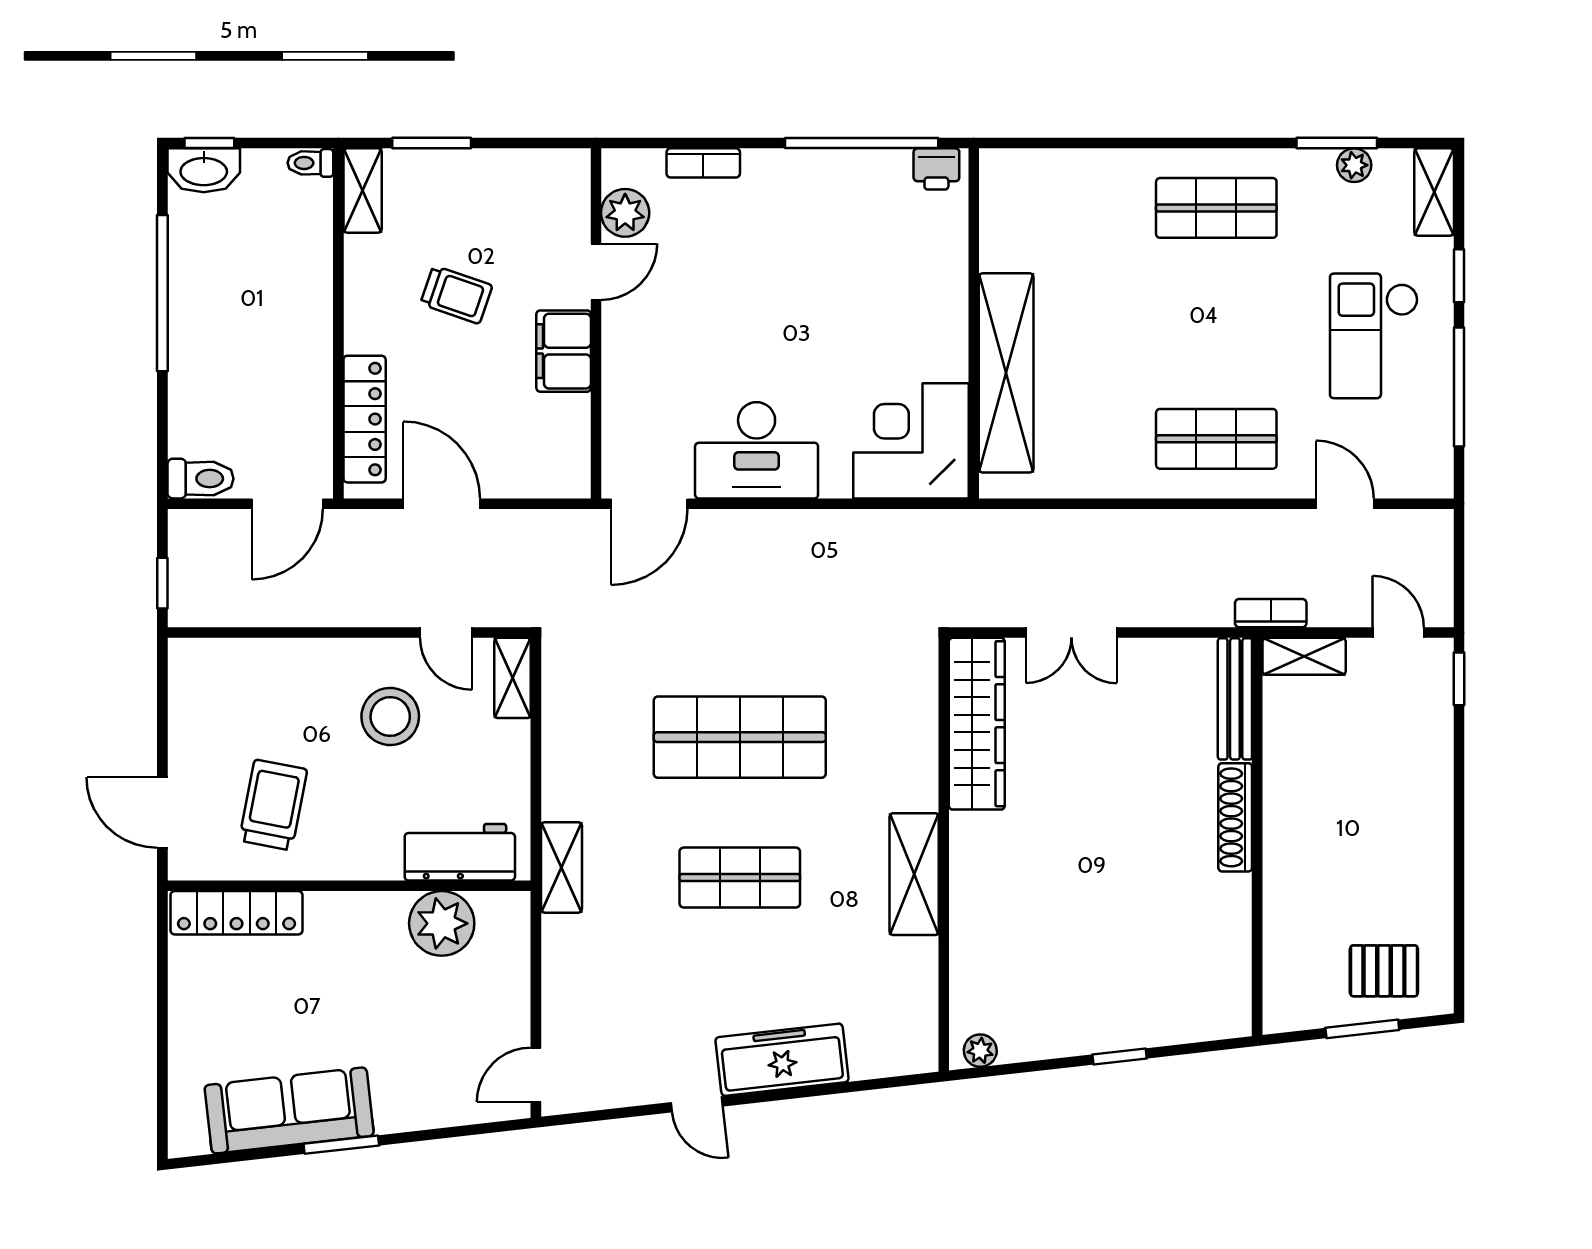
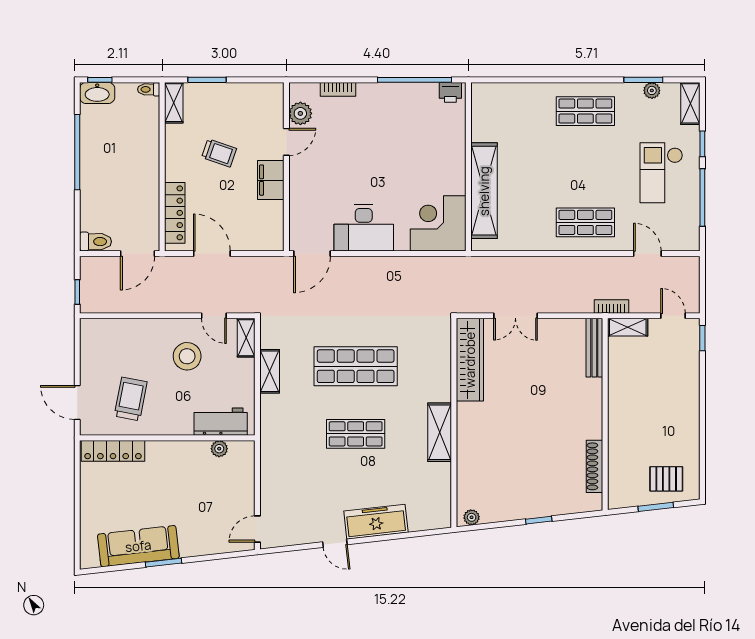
shoe rack: (1235, 817) -> (594, 466), moved
shelving: (561, 867) -> (270, 371), moved
plant: (442, 923) -> (219, 449), width x0.53, depth x0.53

